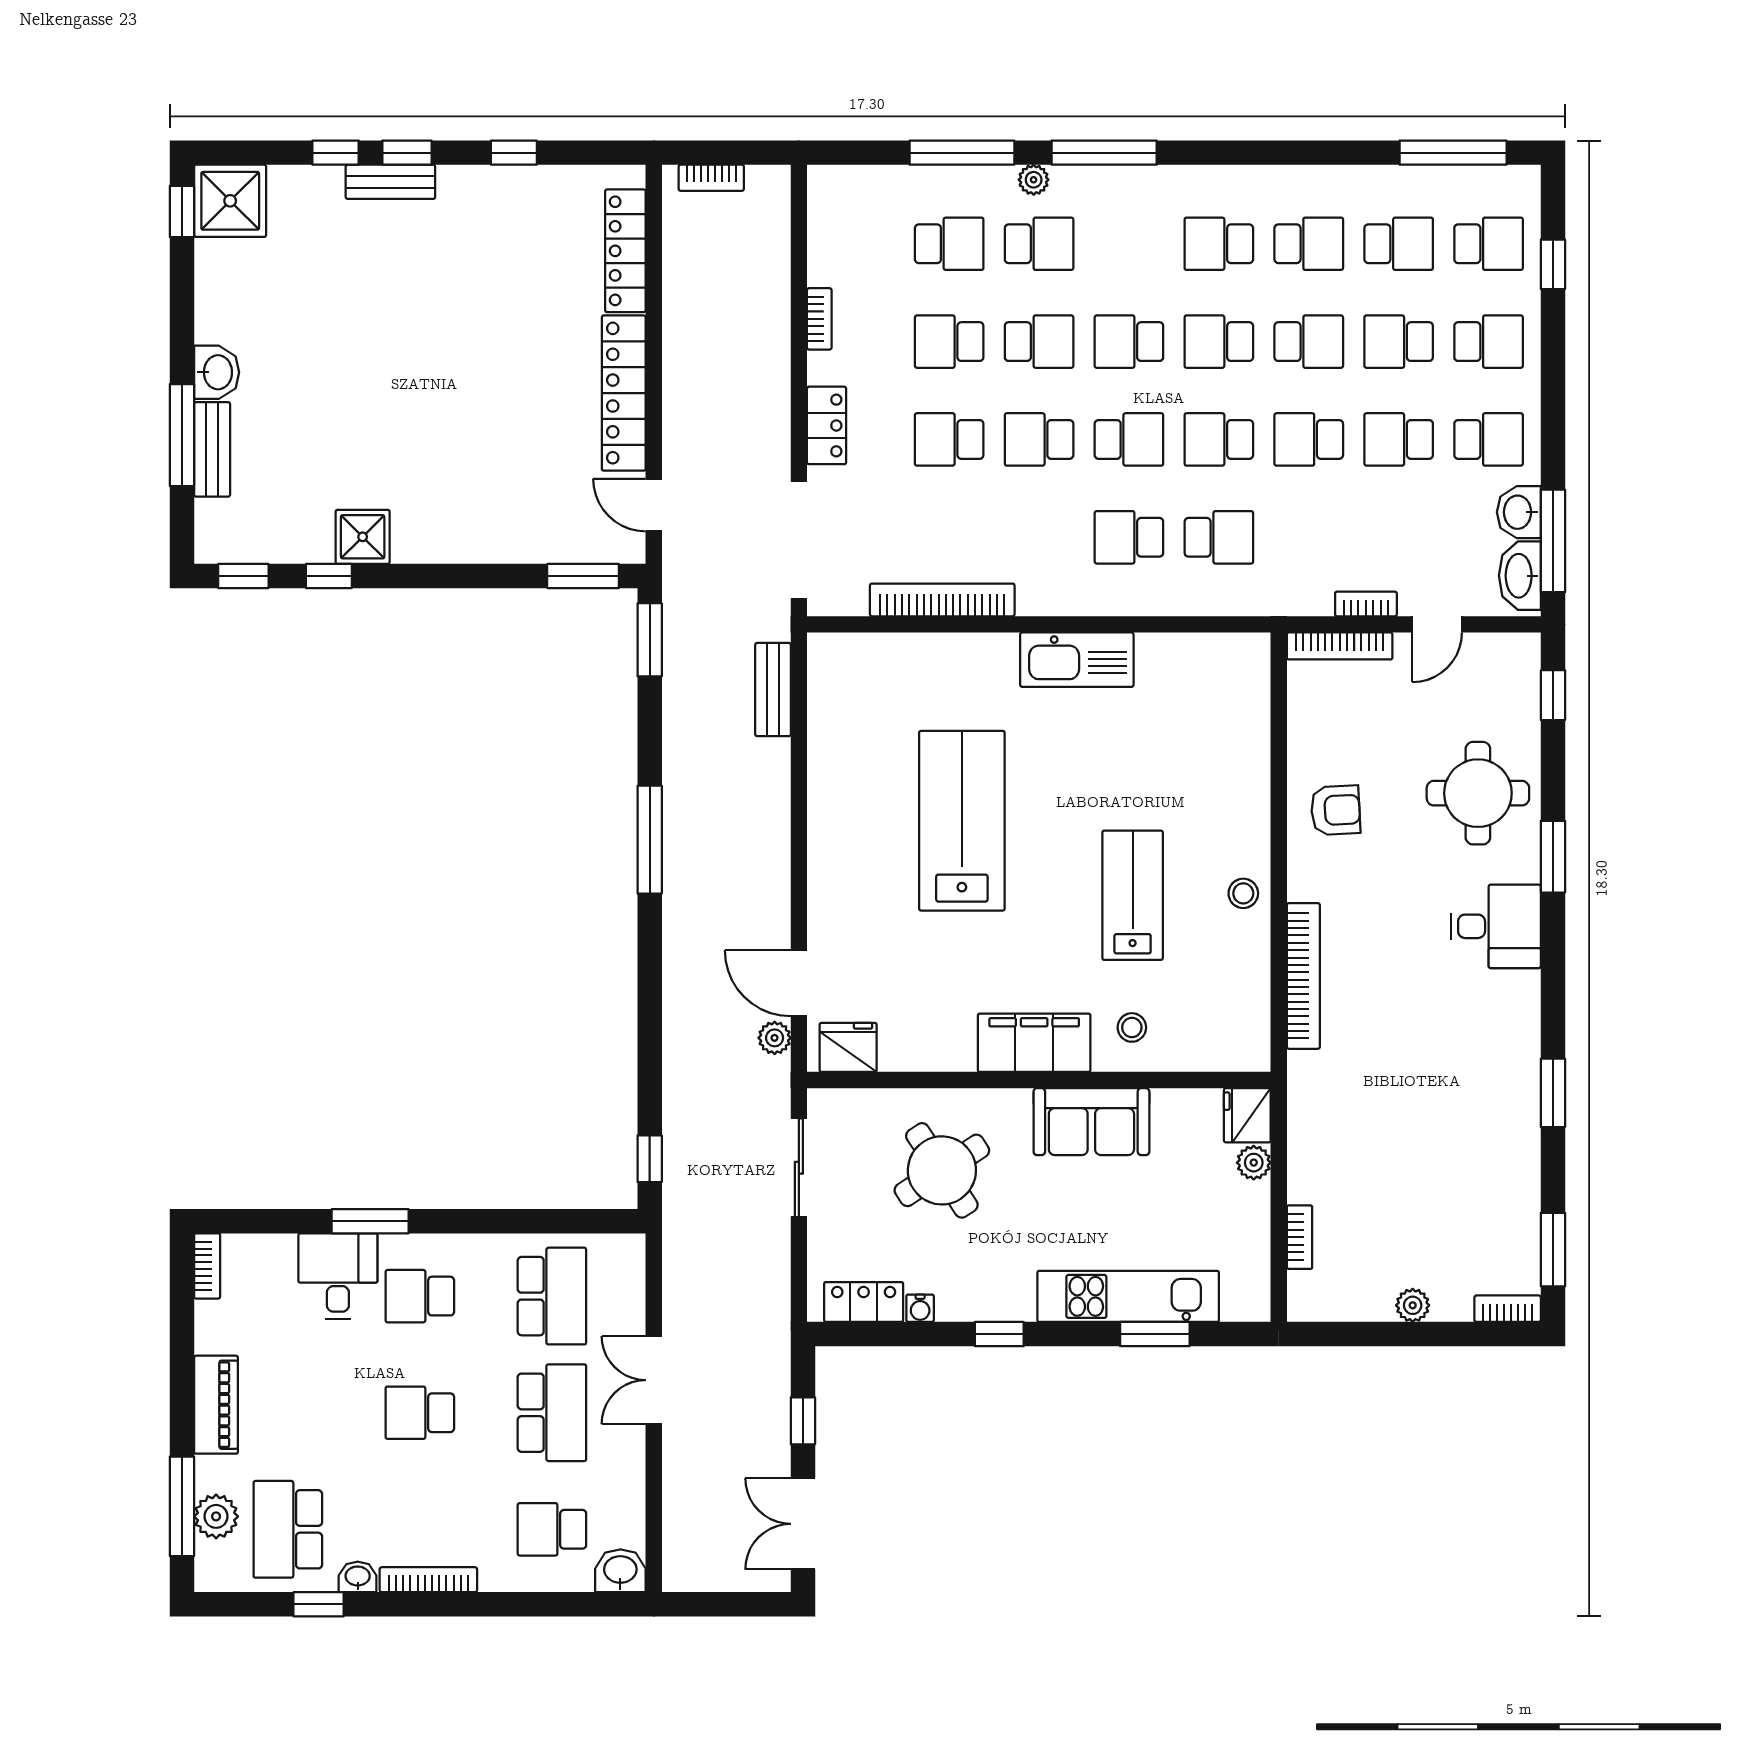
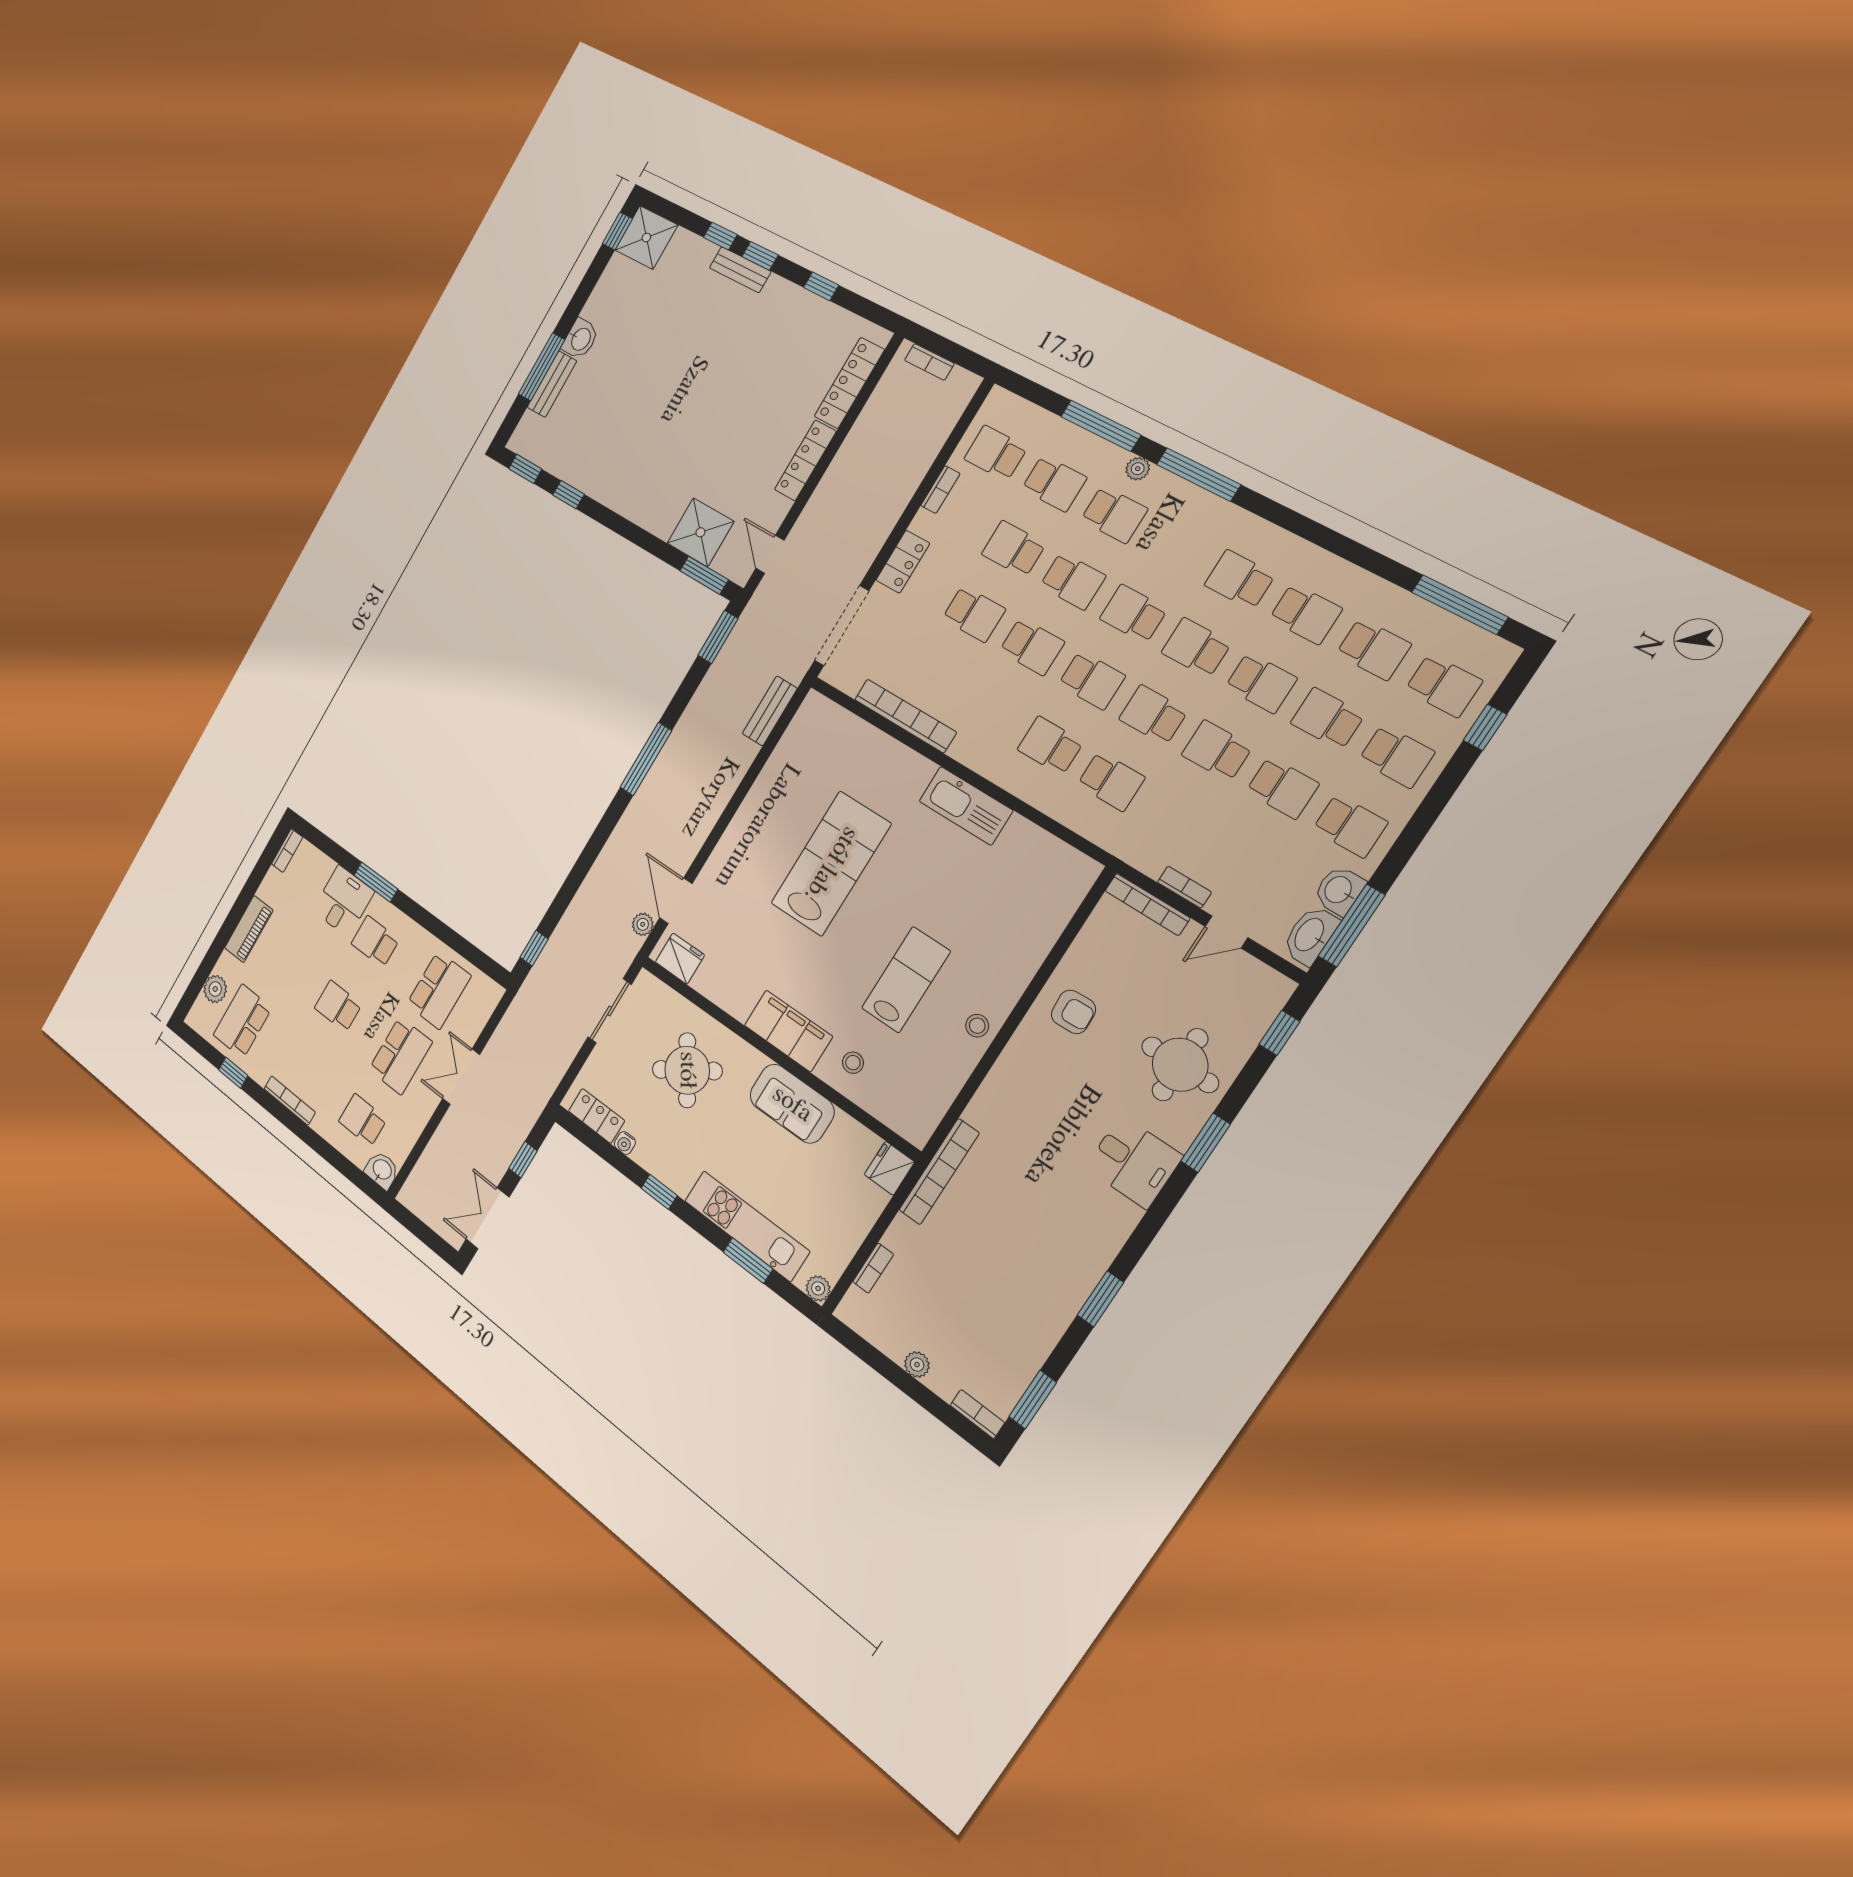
school desk: (859, 244) -> (996, 453), added
locker: (624, 393) -> (805, 460), width x0.71, depth x0.83
school desk: (949, 439) -> (974, 614), turned 180
school desk: (1039, 439) -> (1032, 647), turned 180
school desk: (1399, 439) -> (1282, 788), turned 180
shower: (363, 537) -> (700, 532), moved, width x1.36, depth x1.36
bookcase: (1303, 976) -> (939, 1172), moved
plant: (1254, 1163) -> (818, 1288), moved
window: (182, 1506) -> (204, 972), removed
washbasin: (358, 1577) -> (259, 1072), removed

